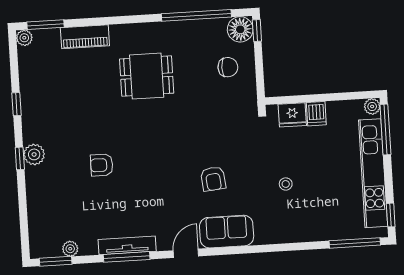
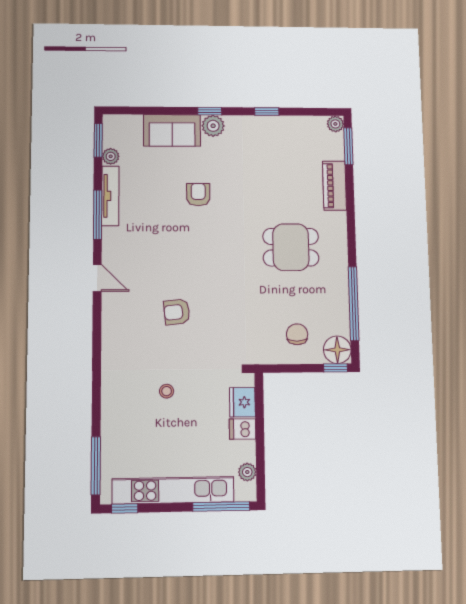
chair: (228, 67) -> (297, 334), turned 180
dining table: (147, 76) -> (291, 247), turned 90
plant: (372, 106) -> (247, 472), moved
sofa: (227, 232) -> (172, 130), moved, turned 90
tv unit: (127, 245) -> (110, 196), moved

